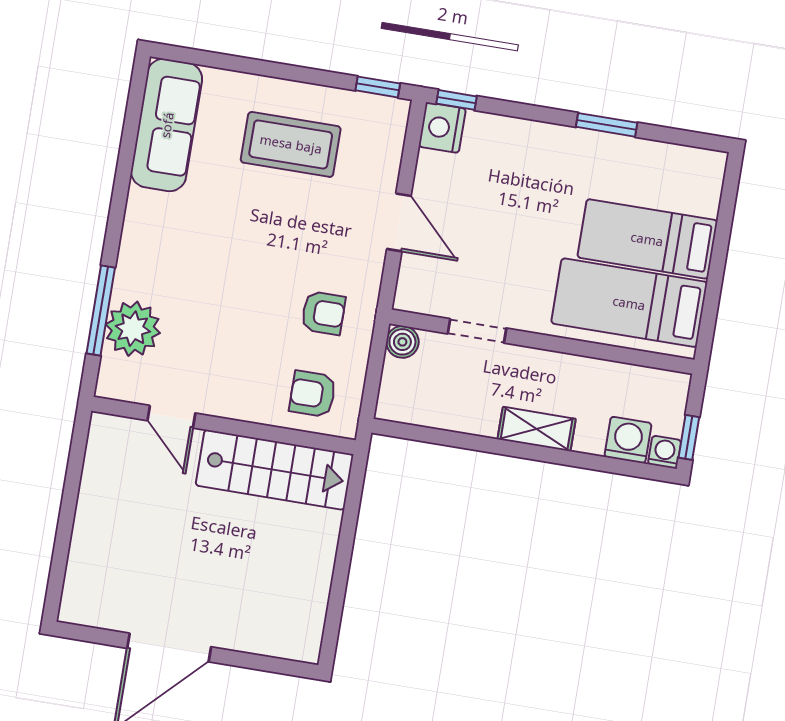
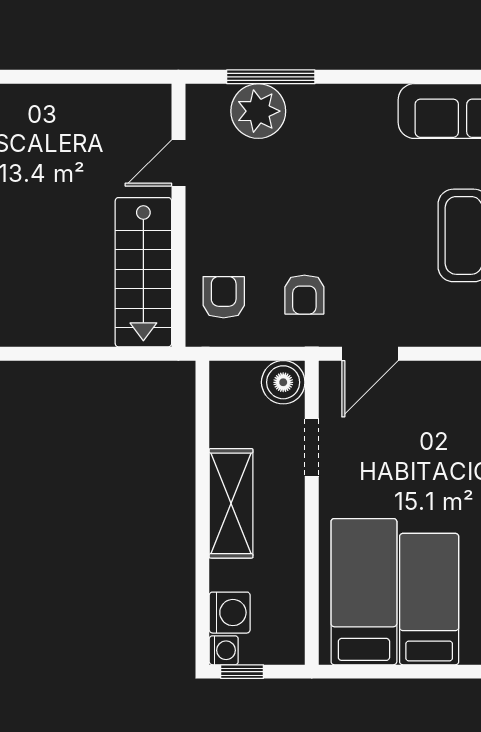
door: (399, 222) -> (370, 354), moved
boiler: (402, 342) -> (283, 382), width x1.36, depth x1.36
shelving: (537, 429) -> (231, 503), width x1.50, depth x1.33

